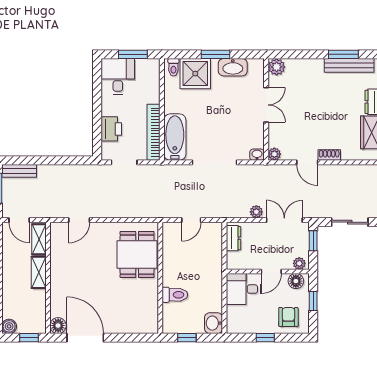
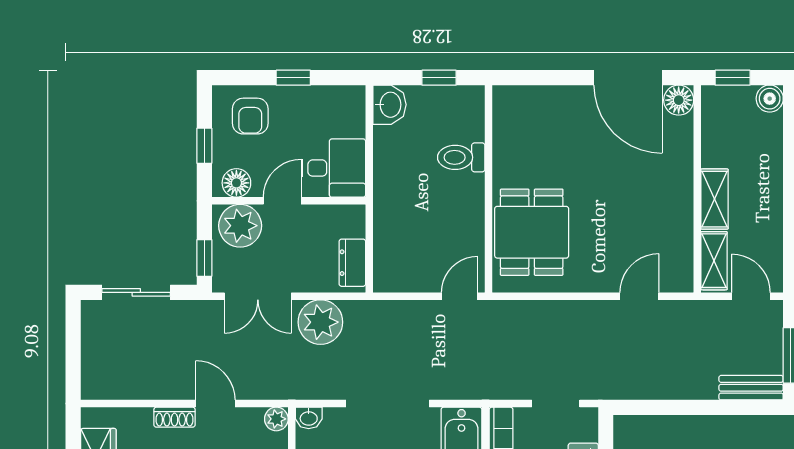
plant: (256, 212) -> (320, 322), width x1.88, depth x1.88
door: (191, 220) -> (459, 296), moved
plant: (299, 263) -> (240, 226), width x1.87, depth x1.87

